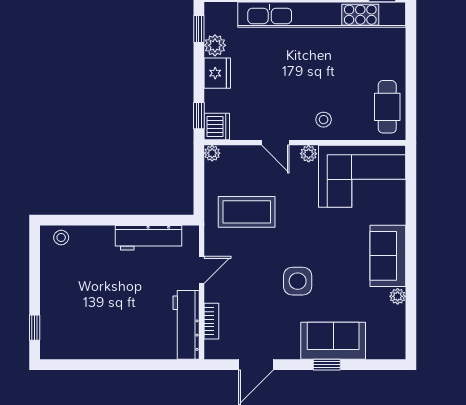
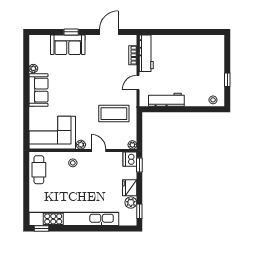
side table: (298, 281) -> (87, 77), removed
window: (35, 328) -> (227, 80), moved

